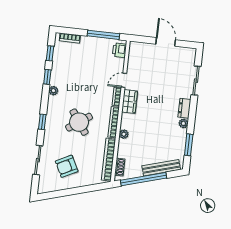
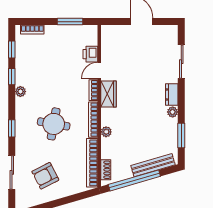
window: (103, 35) -> (70, 22), width x0.69
printer: (119, 50) -> (90, 54), moved
round table: (79, 122) -> (54, 124), turned 45

